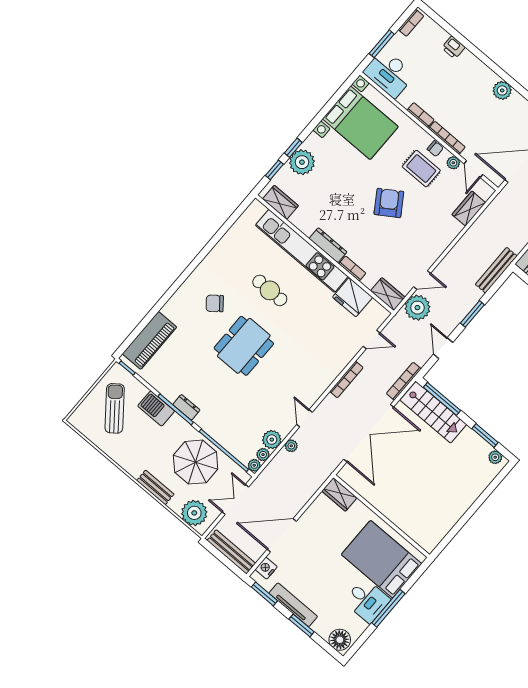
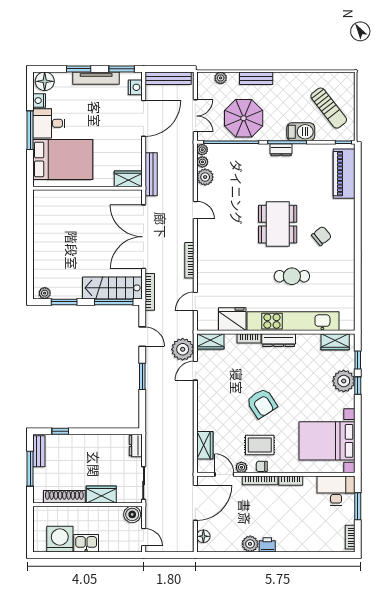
printer: (453, 47) -> (267, 545), moved
bench: (496, 270) -> (151, 174), moved
plant: (291, 446) -> (188, 184), removed
plant: (194, 513) -> (221, 78), width x0.53, depth x0.53
nightstand: (359, 627) -> (39, 101), added

